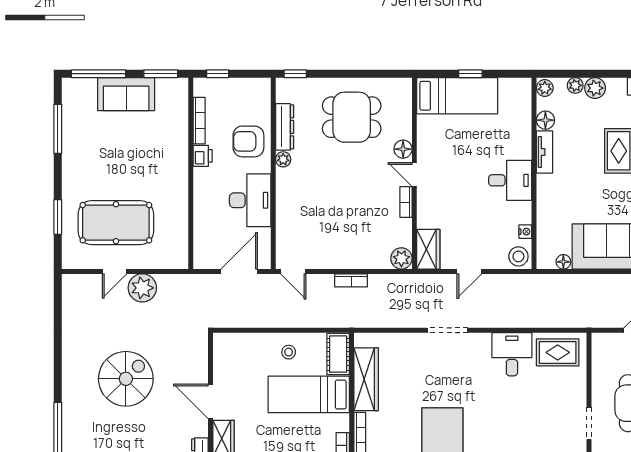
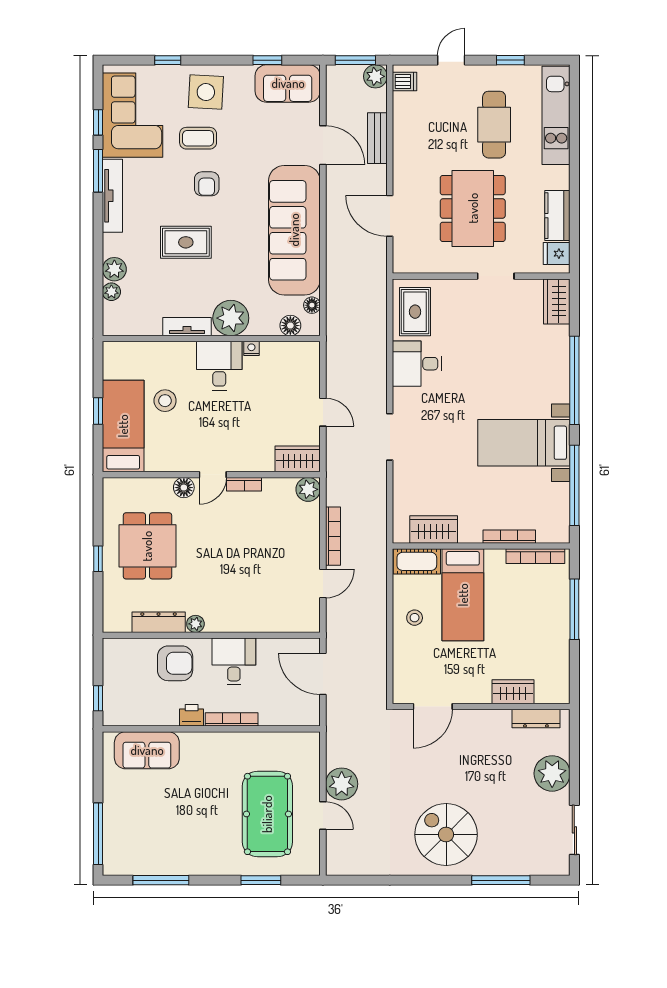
window: (161, 74) -> (98, 763), removed
window: (295, 74) -> (98, 559), moved
plant: (545, 88) -> (231, 318), moved, width x1.87, depth x1.87
sofa: (126, 94) -> (147, 750), moved, turned 90
floor lamp: (545, 120) -> (290, 326), moved
bookcase: (199, 121) -> (232, 719), moved
armchair: (248, 141) -> (175, 663), turned -90
desk: (250, 200) -> (234, 661), width x0.73
nightstand: (525, 232) -> (251, 348), moved
stool: (518, 256) -> (165, 401), moved
door: (293, 271) -> (323, 584), moved
bookcase: (351, 280) -> (333, 536), width x1.56
spiral stairs: (126, 379) -> (446, 835), moved
wardrobe: (366, 379) -> (434, 529), width x0.67
door: (210, 401) -> (433, 707), moved

